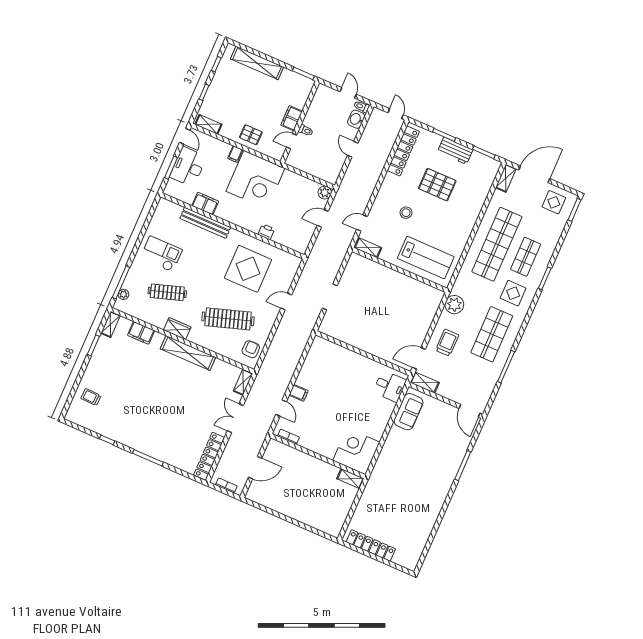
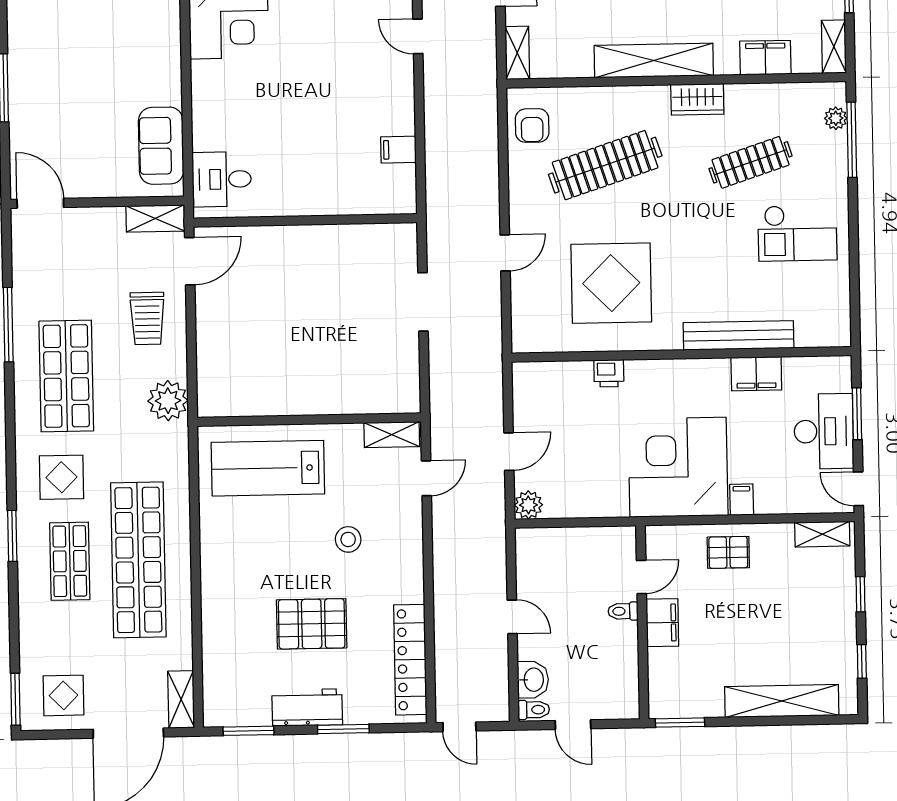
filing cabinet: (299, 393) -> (398, 150), moved

